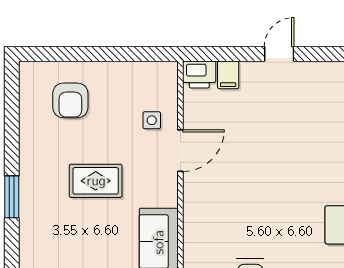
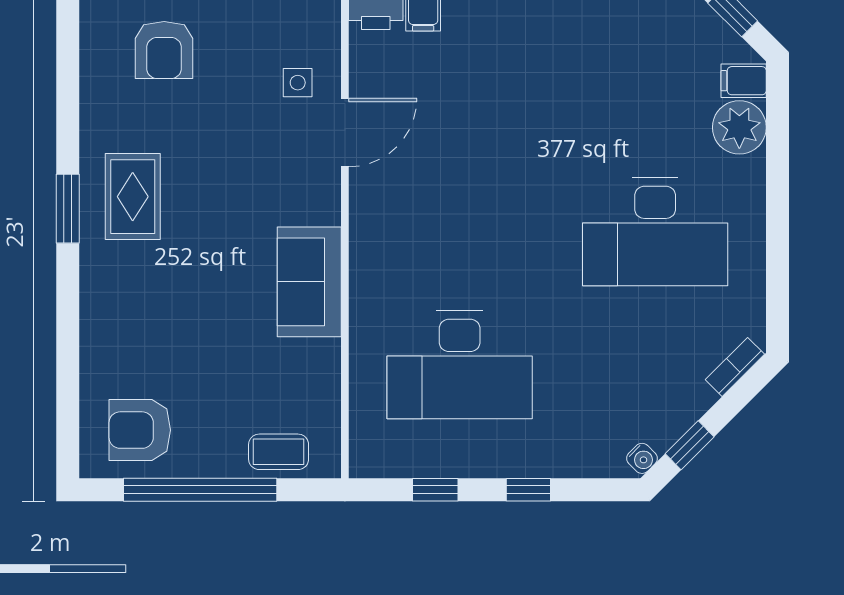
rug: (96, 181) -> (133, 197), moved, turned 90

